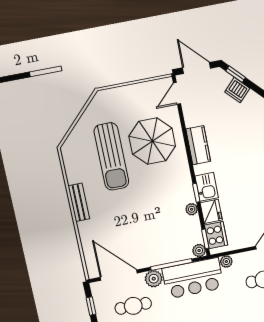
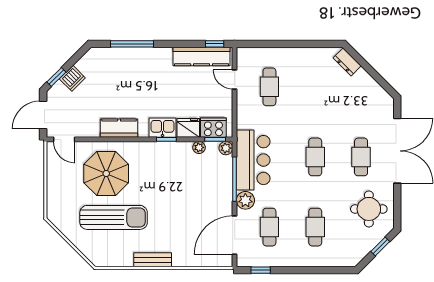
plant: (192, 209) -> (199, 147), moved
plant: (226, 262) -> (243, 122), removed

